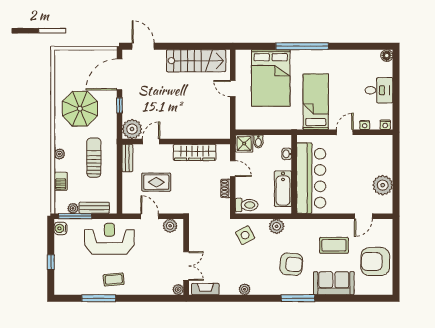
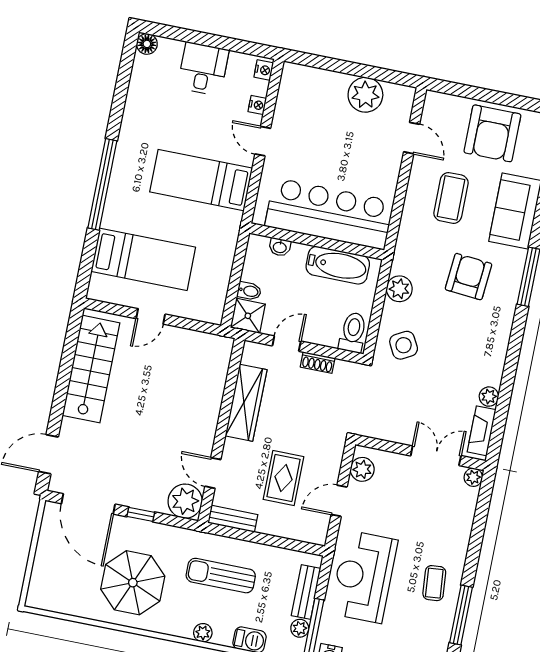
bed: (271, 78) -> (143, 259), width x0.67
plant: (245, 289) -> (489, 397), moved

